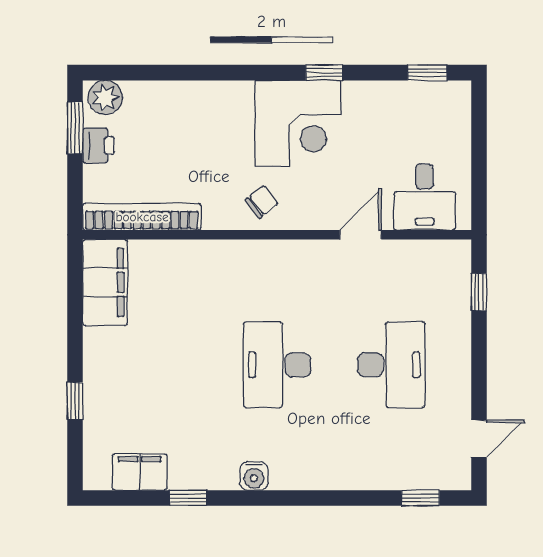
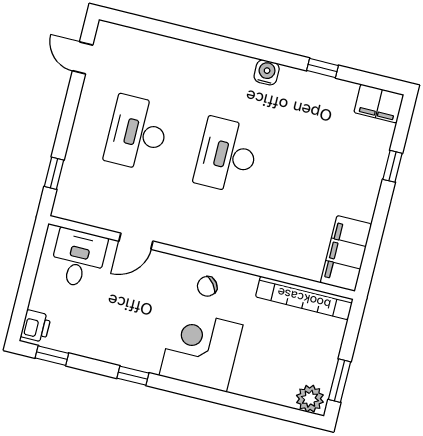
corner desk: (298, 123) -> (201, 350), moved
printer: (98, 145) -> (36, 326), moved, turned 180
desk: (277, 365) -> (227, 155), turned 180
door: (479, 439) -> (83, 58), hinge flipped
filing cabinet: (140, 472) -> (379, 104), moved
window: (421, 498) -> (140, 23), removed

